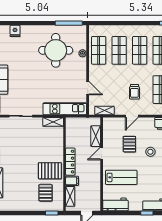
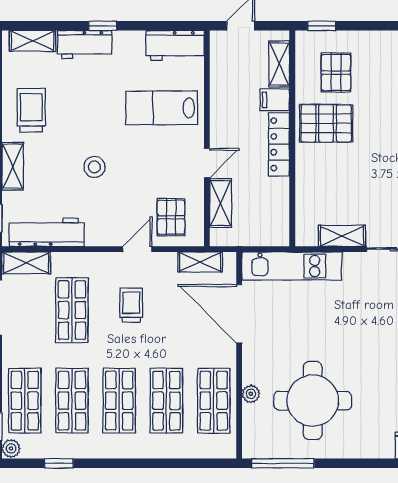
door: (88, 88) -> (239, 314), width x1.87
shelving: (53, 122) -> (342, 236), moved
pallet: (129, 144) -> (171, 217), moved

